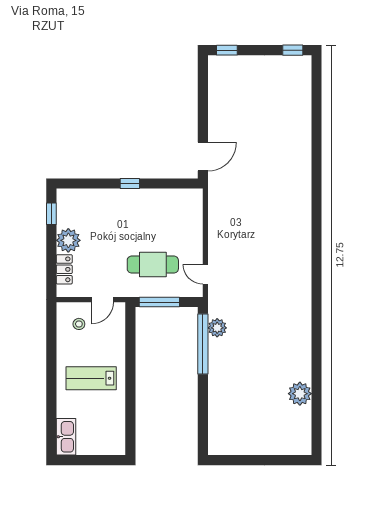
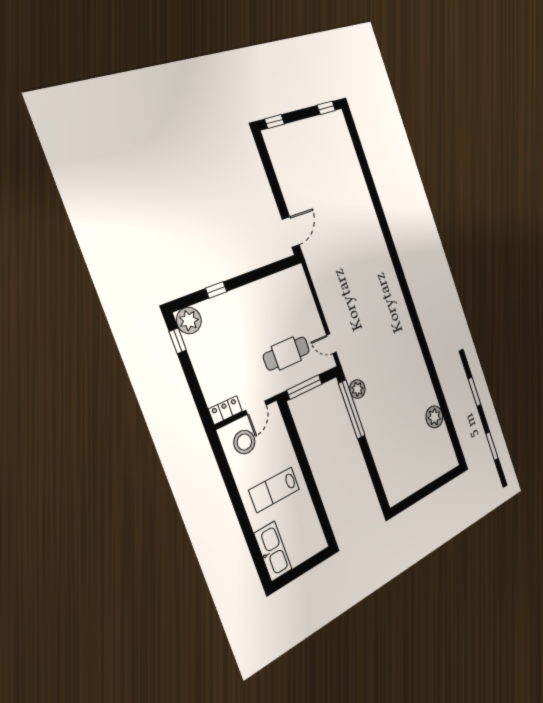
window: (130, 183) -> (216, 290), moved
plant: (68, 240) -> (189, 321), moved
locker: (64, 269) -> (225, 410), moved, turned -90
stool: (79, 324) -> (244, 442), width x1.89, depth x1.89
kitchen sink: (66, 437) -> (273, 551), width x1.36, depth x1.24

